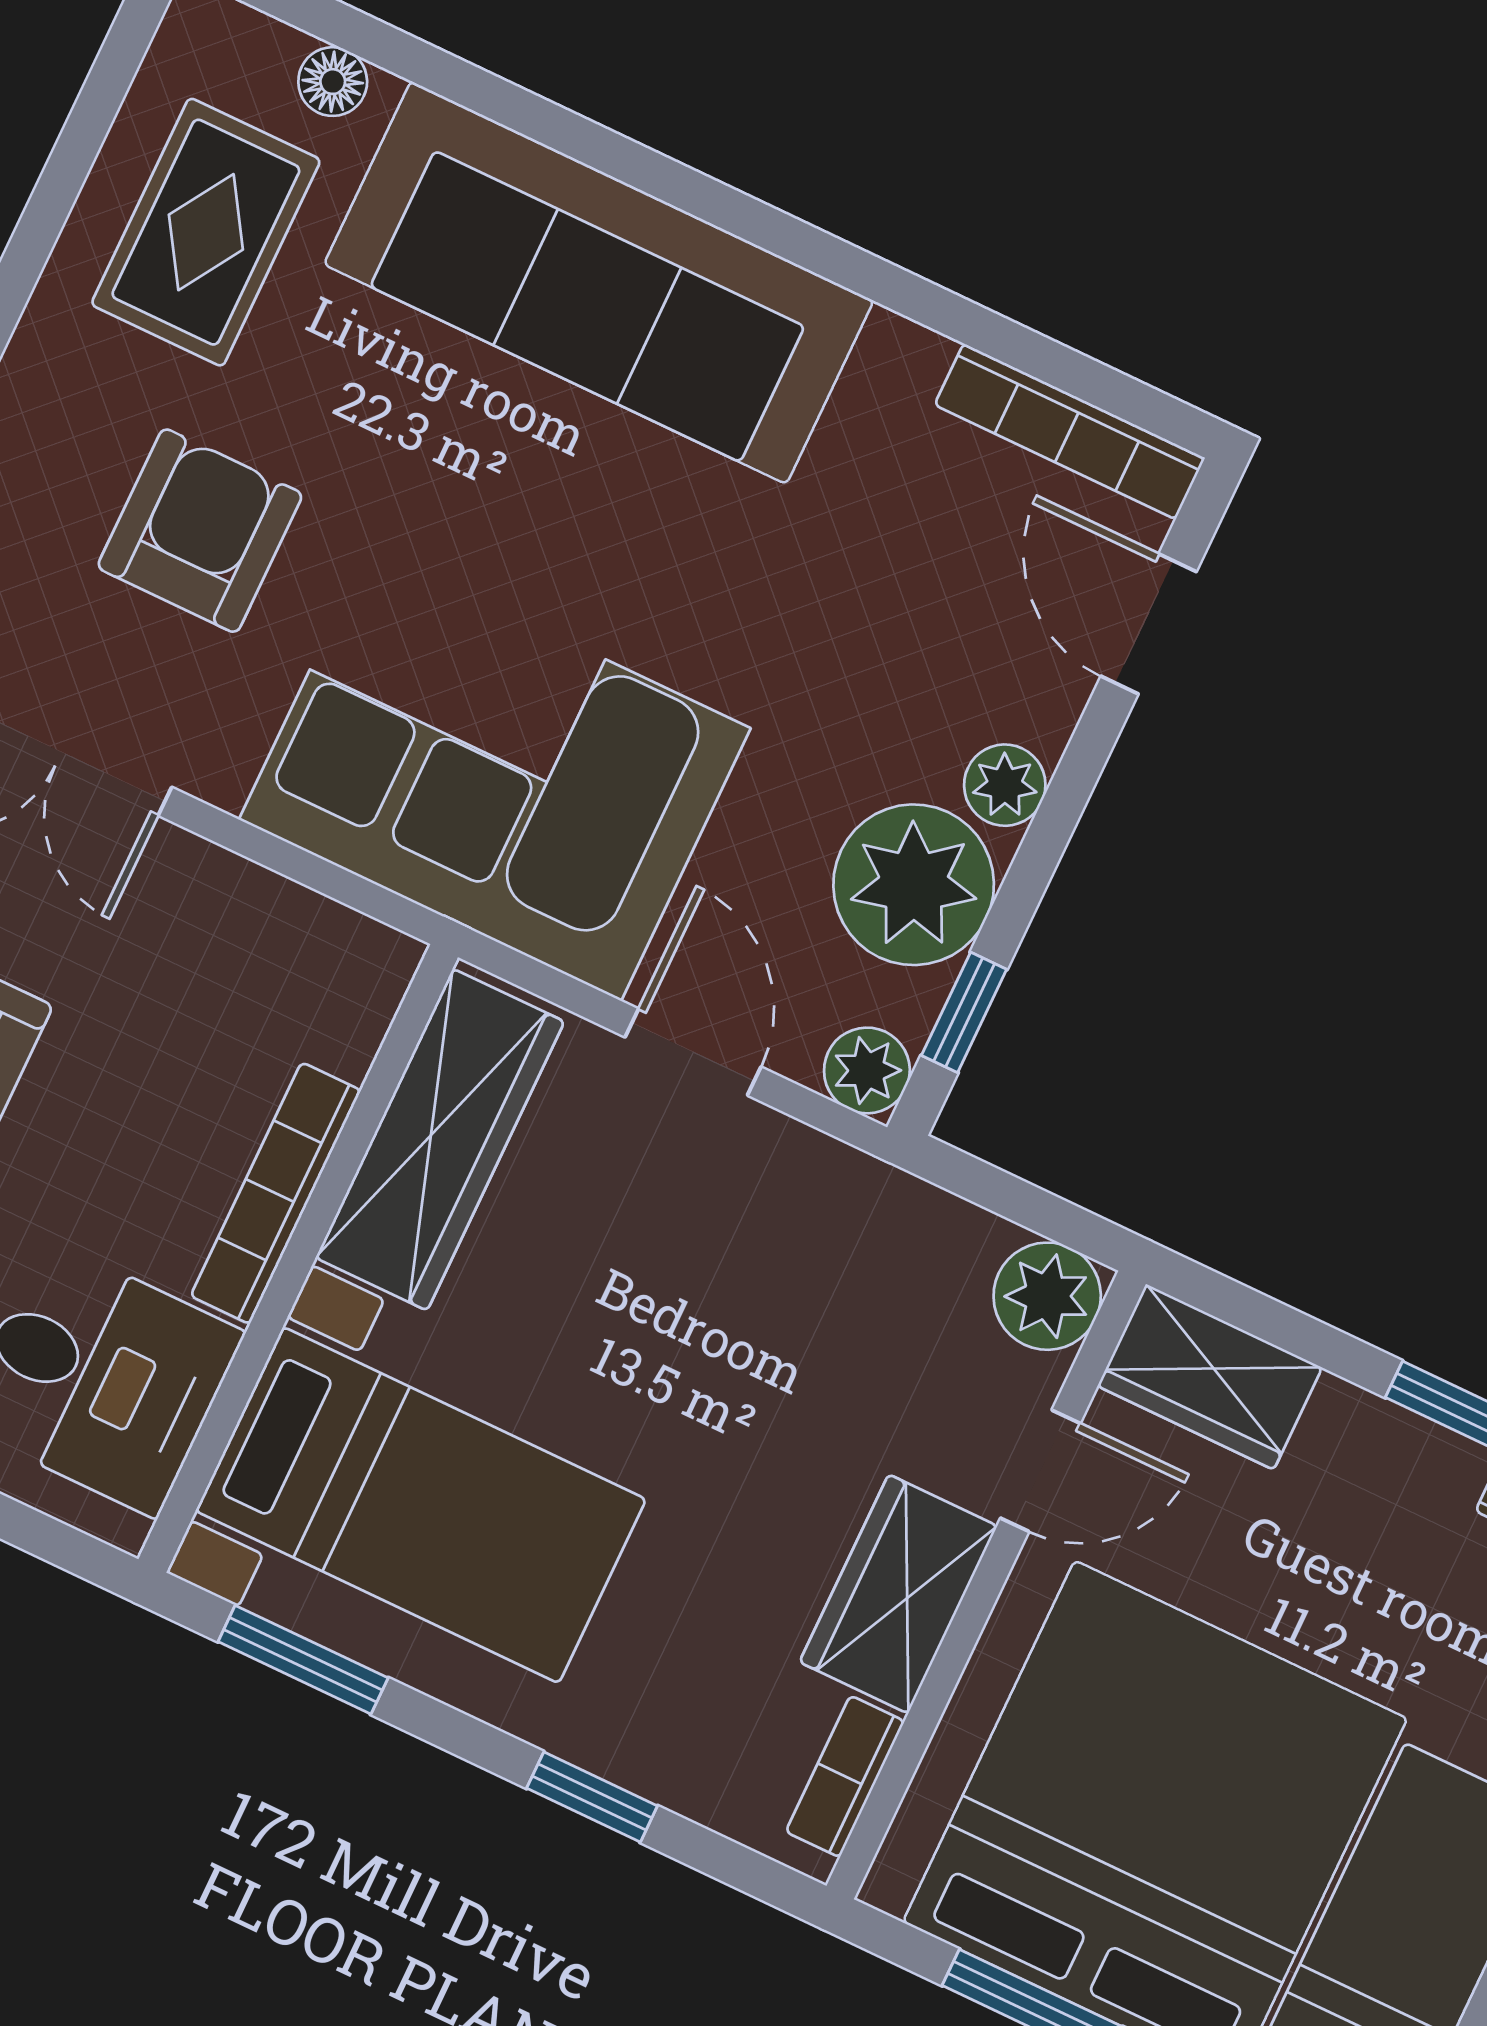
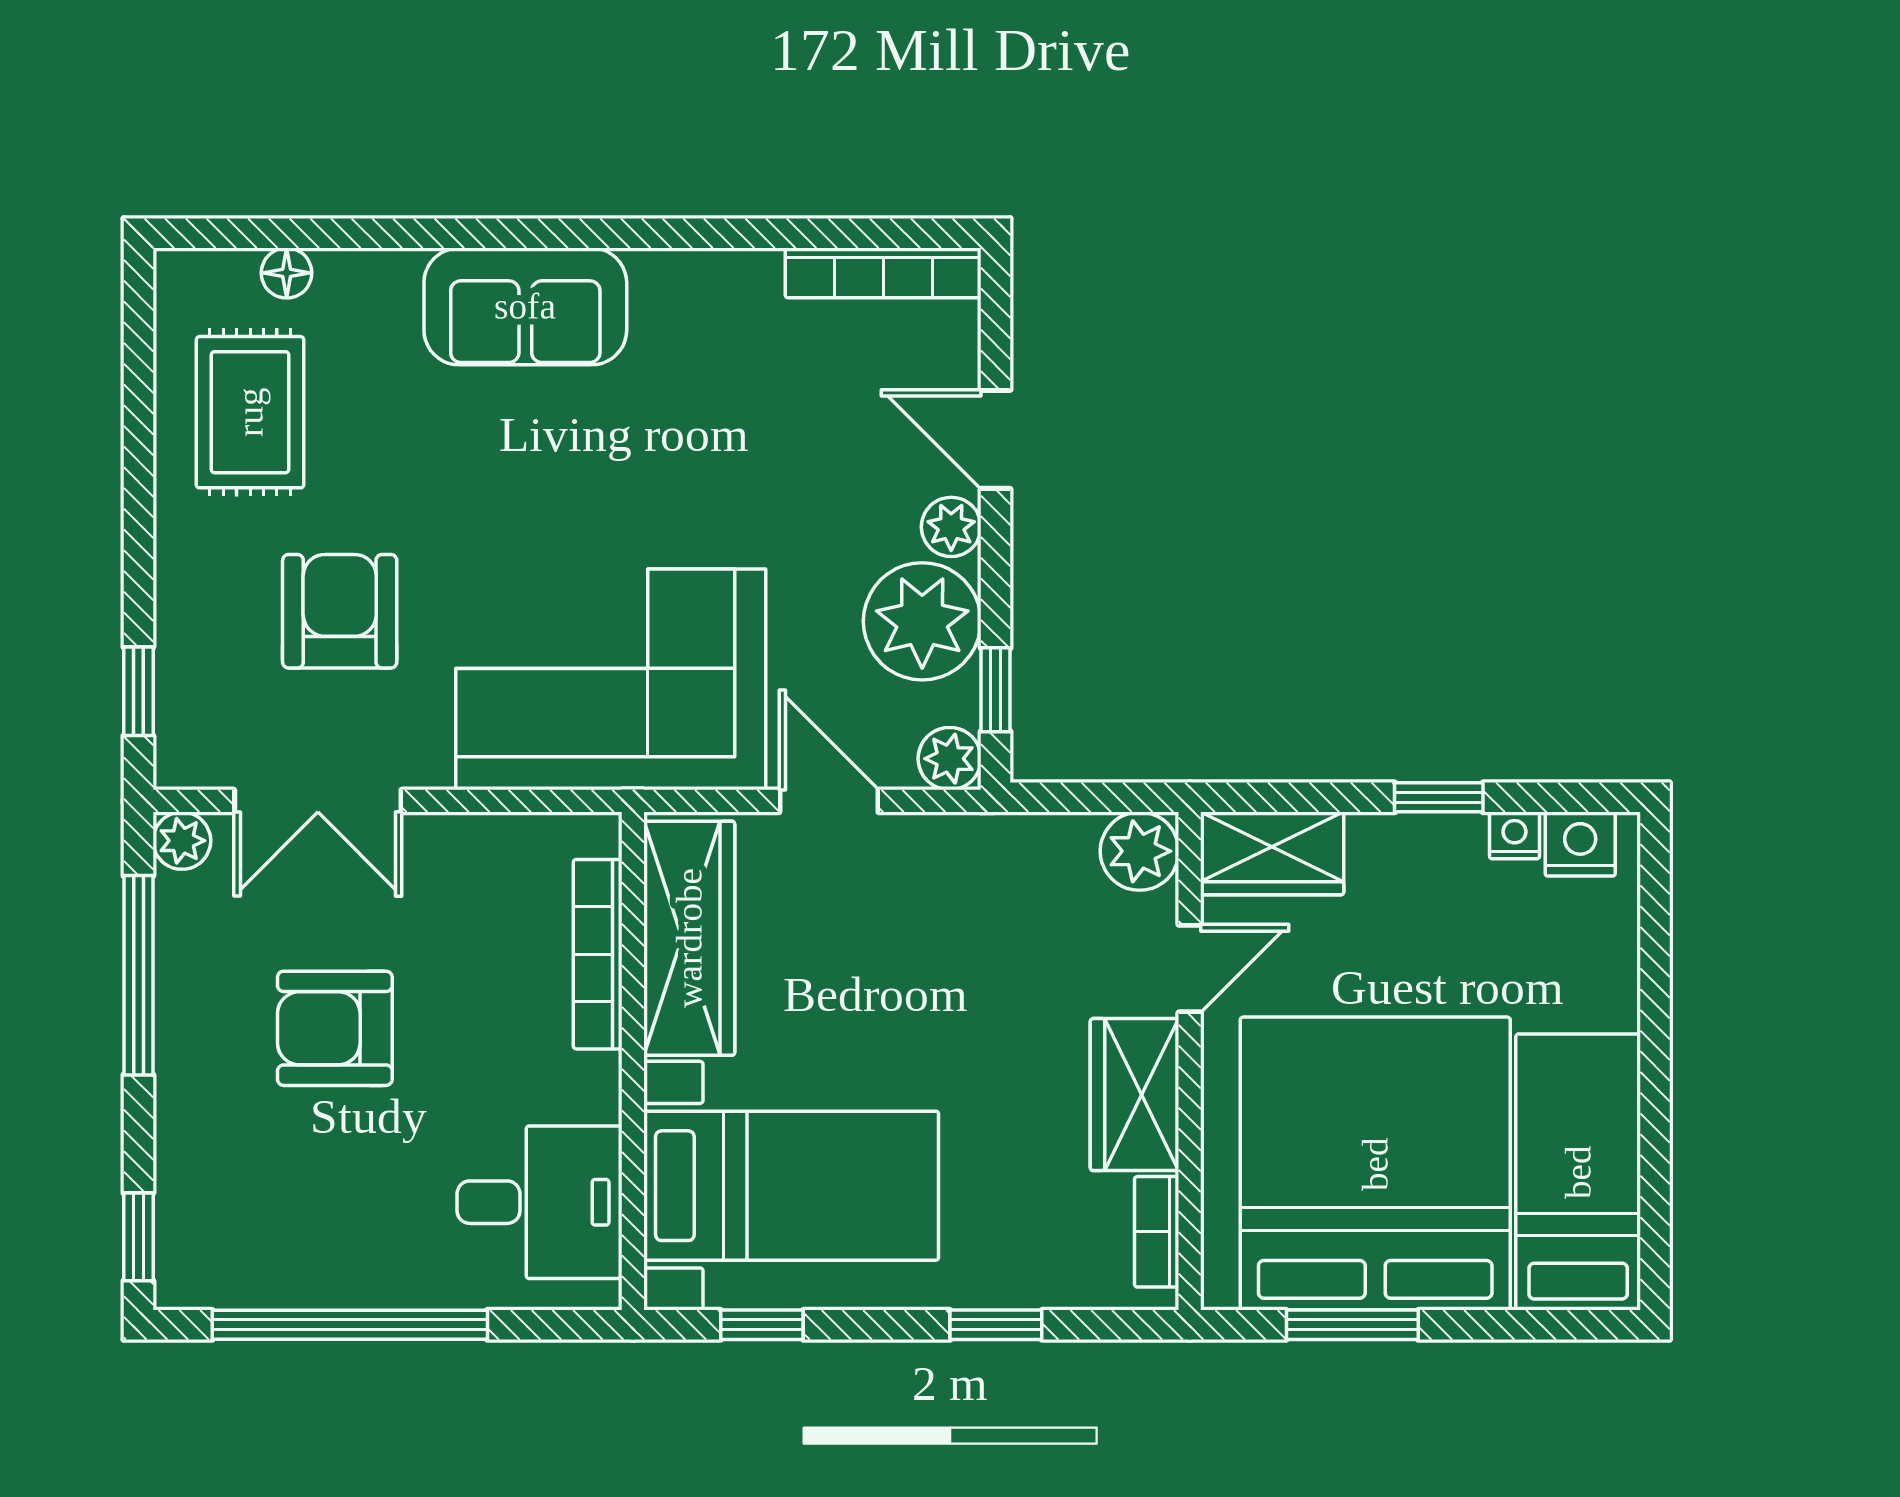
sofa: (599, 283) -> (525, 306), width x0.54, depth x0.79
door: (1149, 624) -> (996, 439), moved
bookcase: (276, 1193) -> (598, 954), moved
window: (303, 1660) -> (762, 1325), width x0.67

